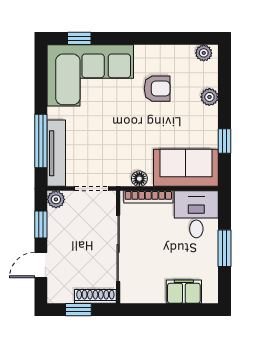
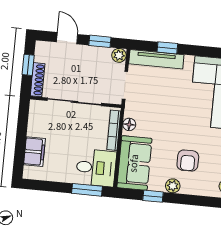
armchair: (157, 89) -> (188, 161), moved
plant: (209, 97) -> (173, 186), moved
window: (41, 141) -> (167, 48), width x0.46
window: (224, 248) -> (87, 190), moved

